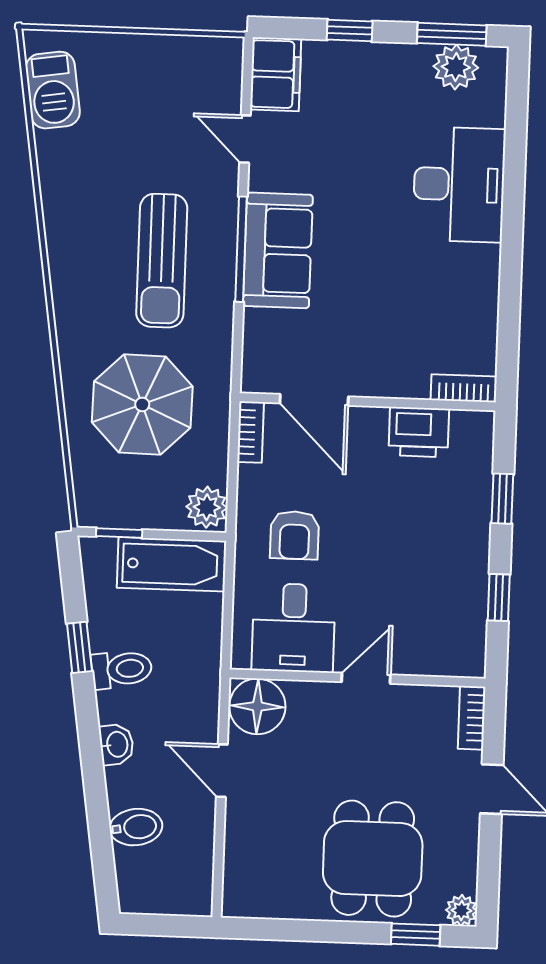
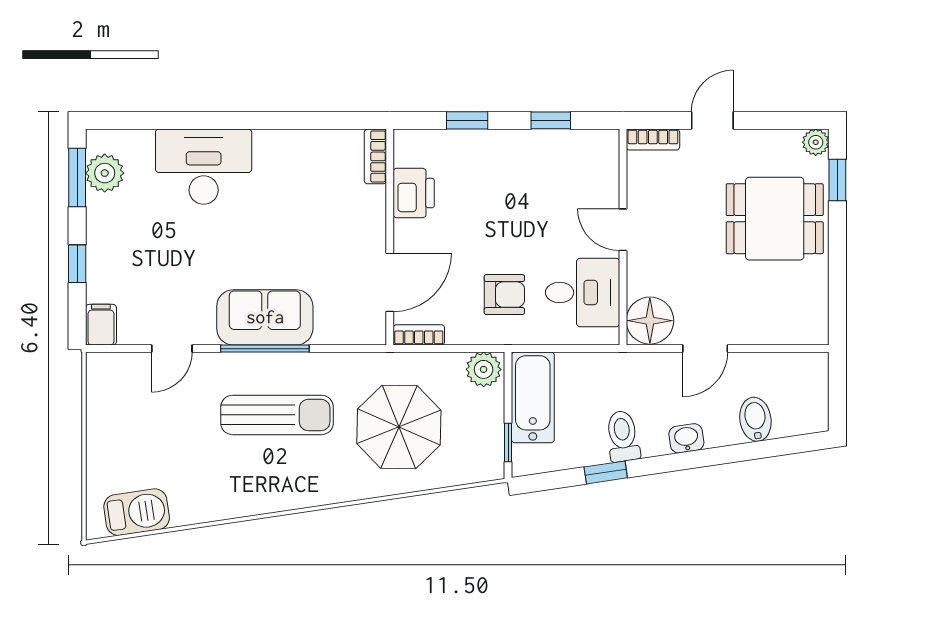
filing cabinet: (276, 74) -> (101, 325), width x0.50

